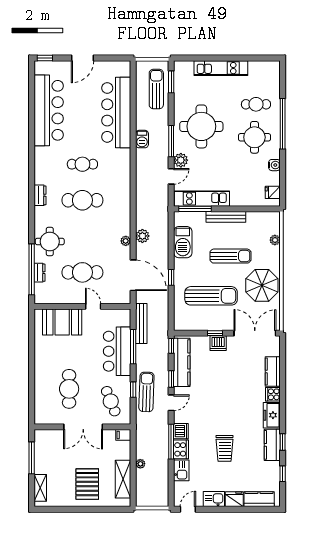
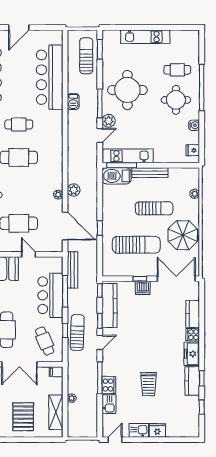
barbecue: (183, 242) -> (117, 176), moved, turned 90
dishwasher: (181, 431) -> (109, 368), removed
kitchen counter: (259, 499) -> (180, 431), removed

